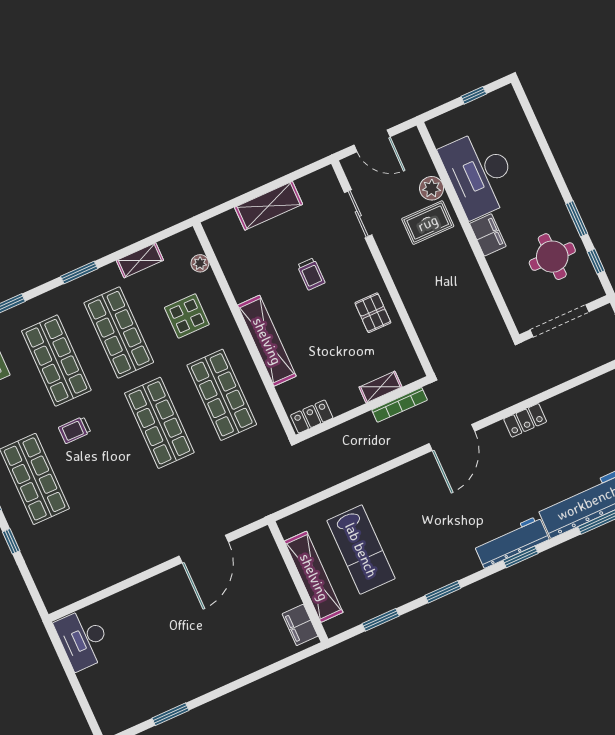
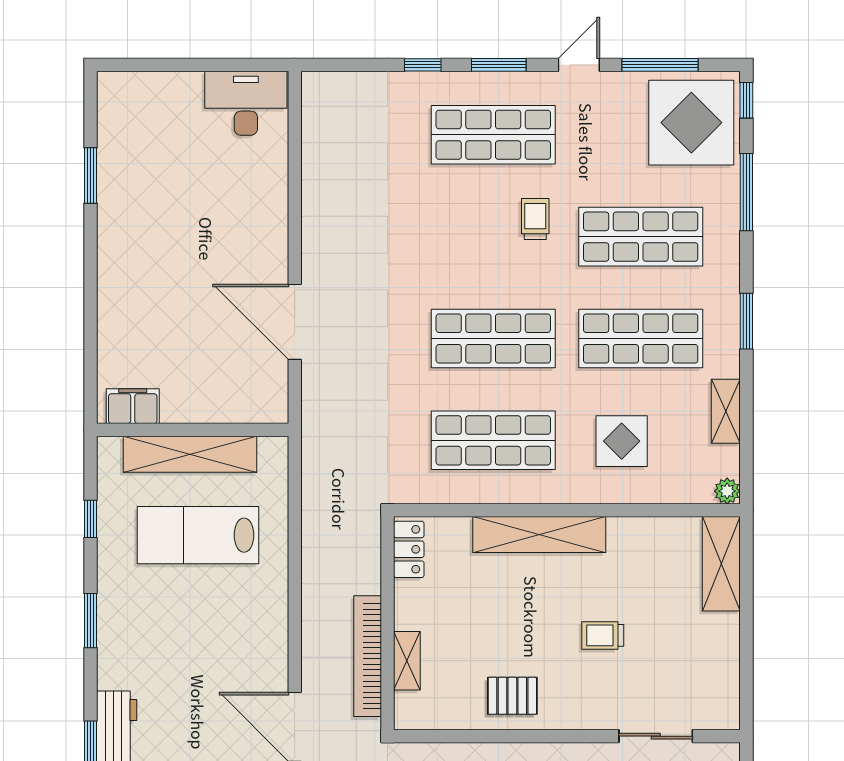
shelving: (269, 206) -> (721, 564), moved
plant: (200, 263) -> (727, 491), moved
bookcase: (400, 405) -> (368, 656), width x1.48, depth x1.31
window: (381, 620) -> (91, 519), width x0.67

